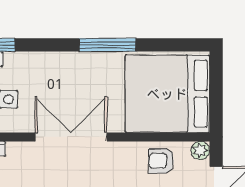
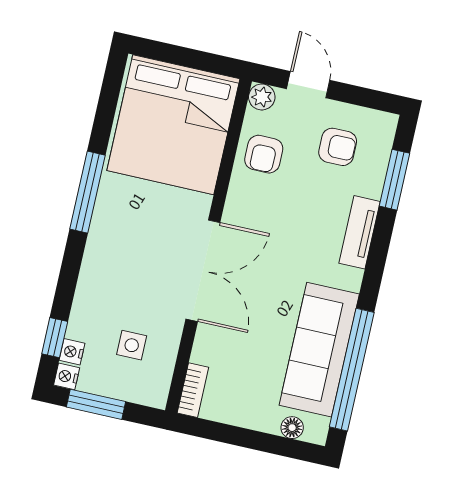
double door: (71, 137) -> (203, 271), swing flipped

